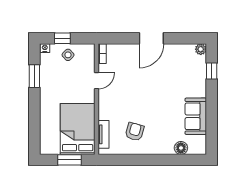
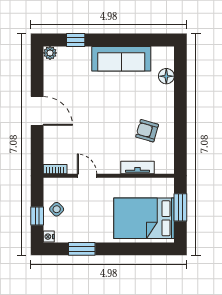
sofa: (196, 116) -> (121, 59), width x1.36
bed: (78, 129) -> (144, 218), moved
tv unit: (103, 134) -> (138, 168), moved

